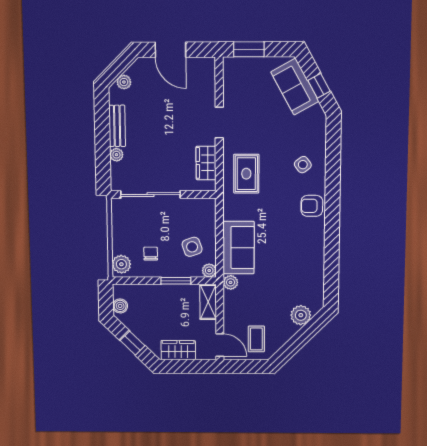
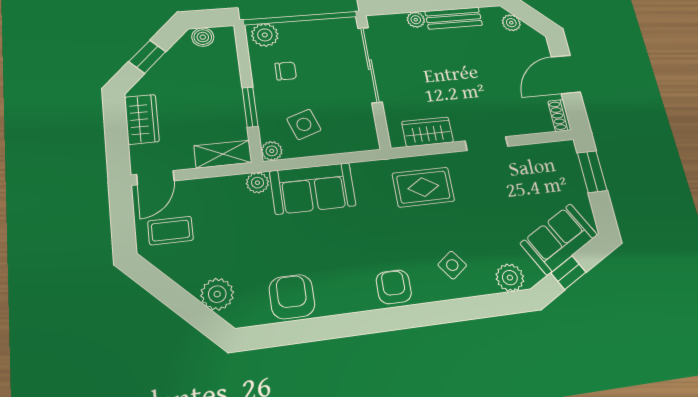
shoe rack: (203, 63) -> (559, 116), added
plant: (317, 127) -> (510, 278), added
armchair: (309, 271) -> (292, 297), added

